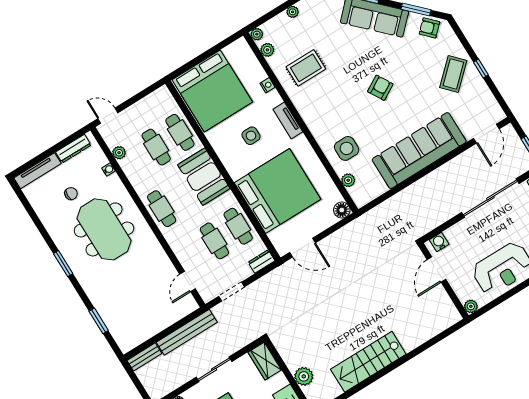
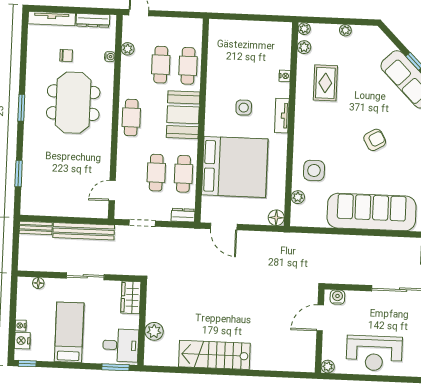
rug: (306, 68) -> (325, 83), turned 90
bed: (212, 91) -> (237, 50), removed

